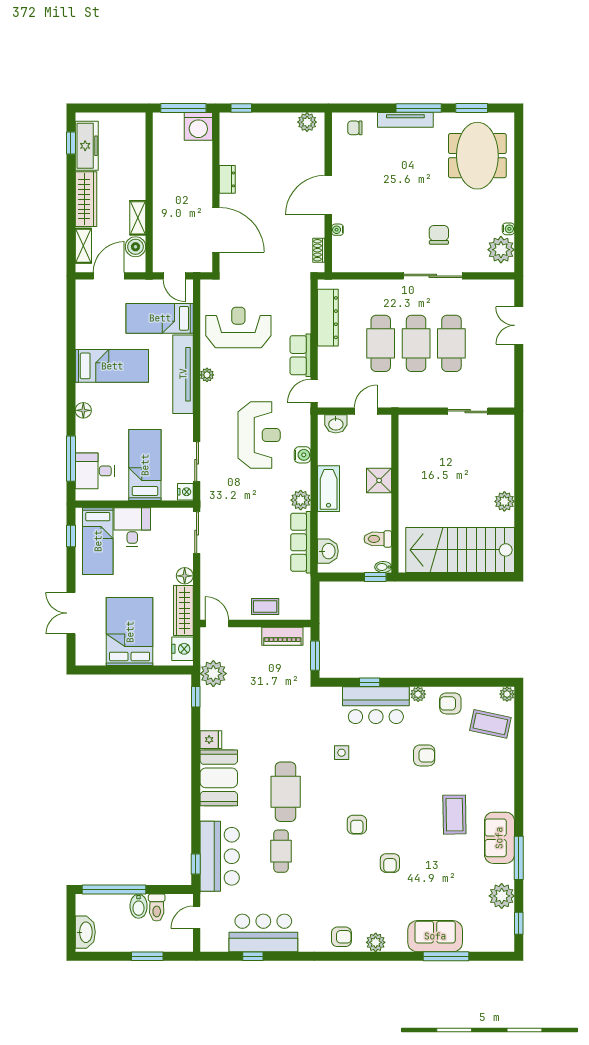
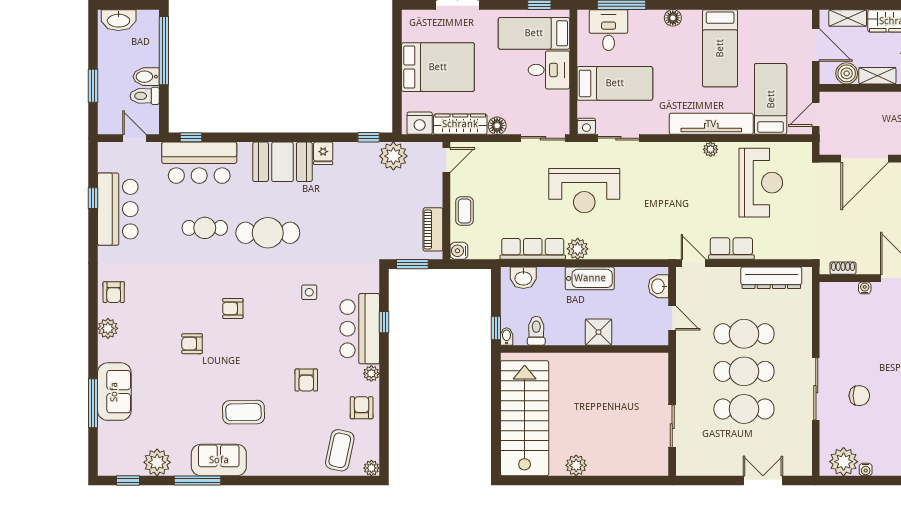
reception desk: (259, 435) -> (584, 191), moved
water cooler: (302, 455) -> (459, 251), moved, turned 90

